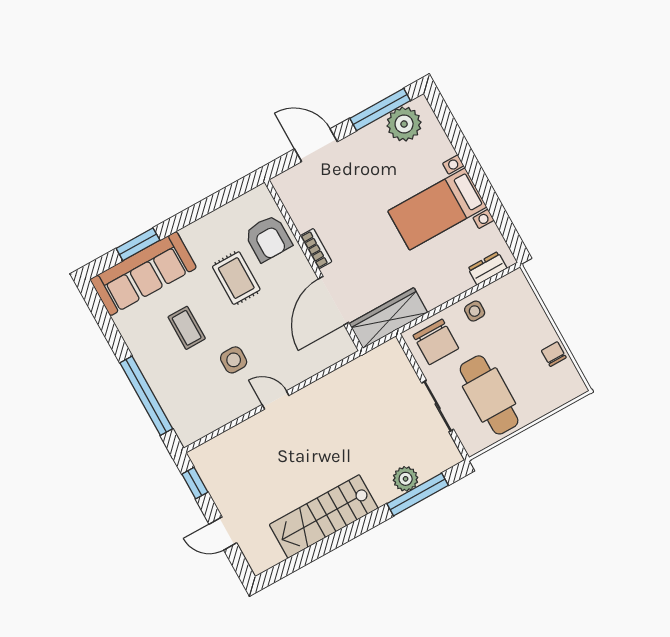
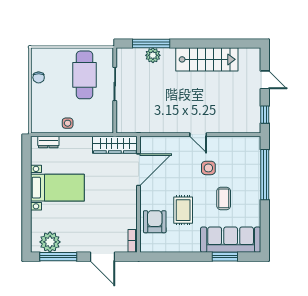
bookcase: (316, 249) -> (133, 241), moved
chair: (436, 342) -> (97, 118), removed

